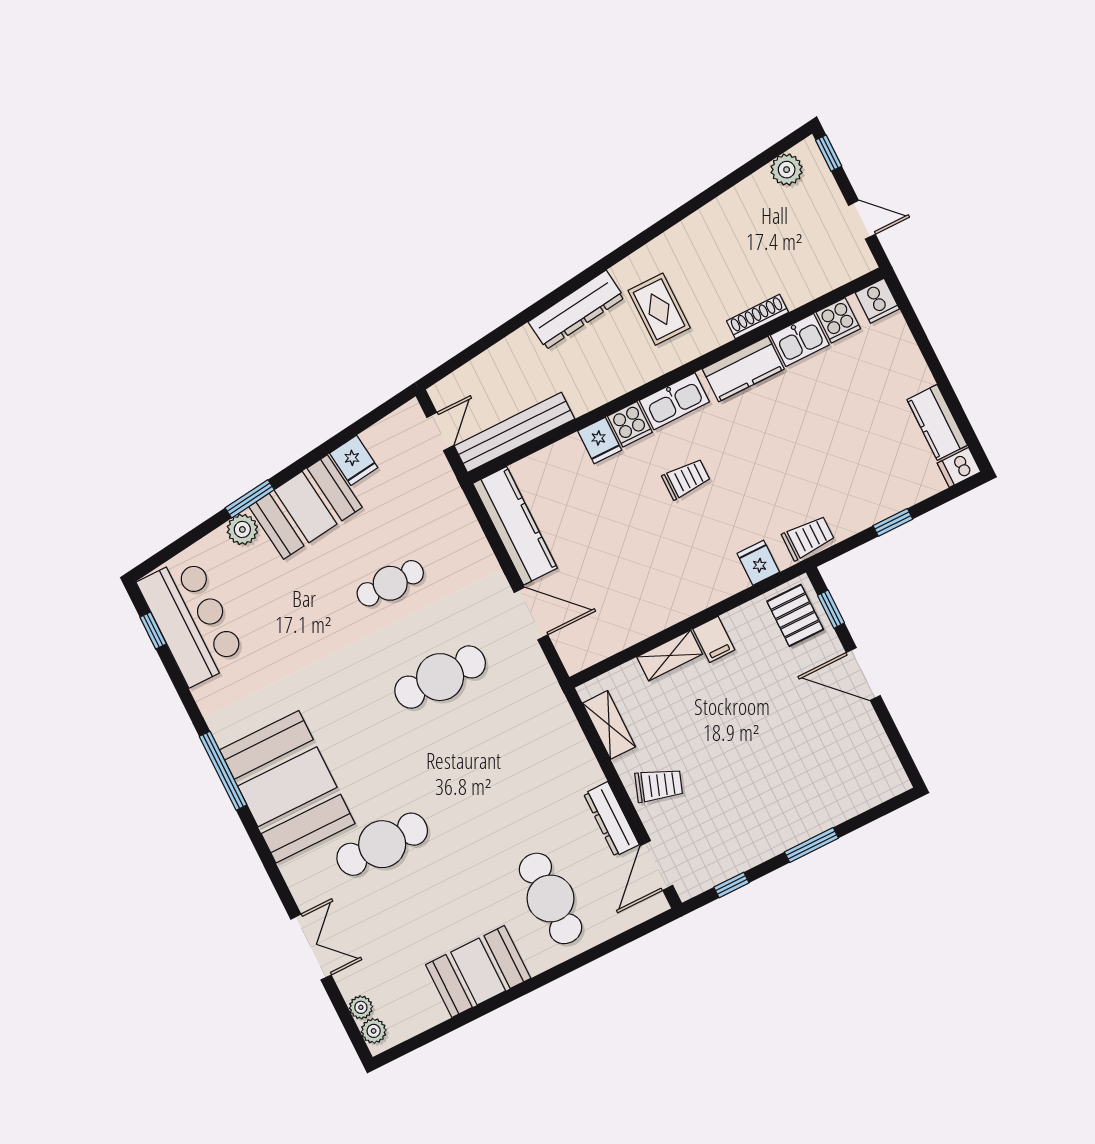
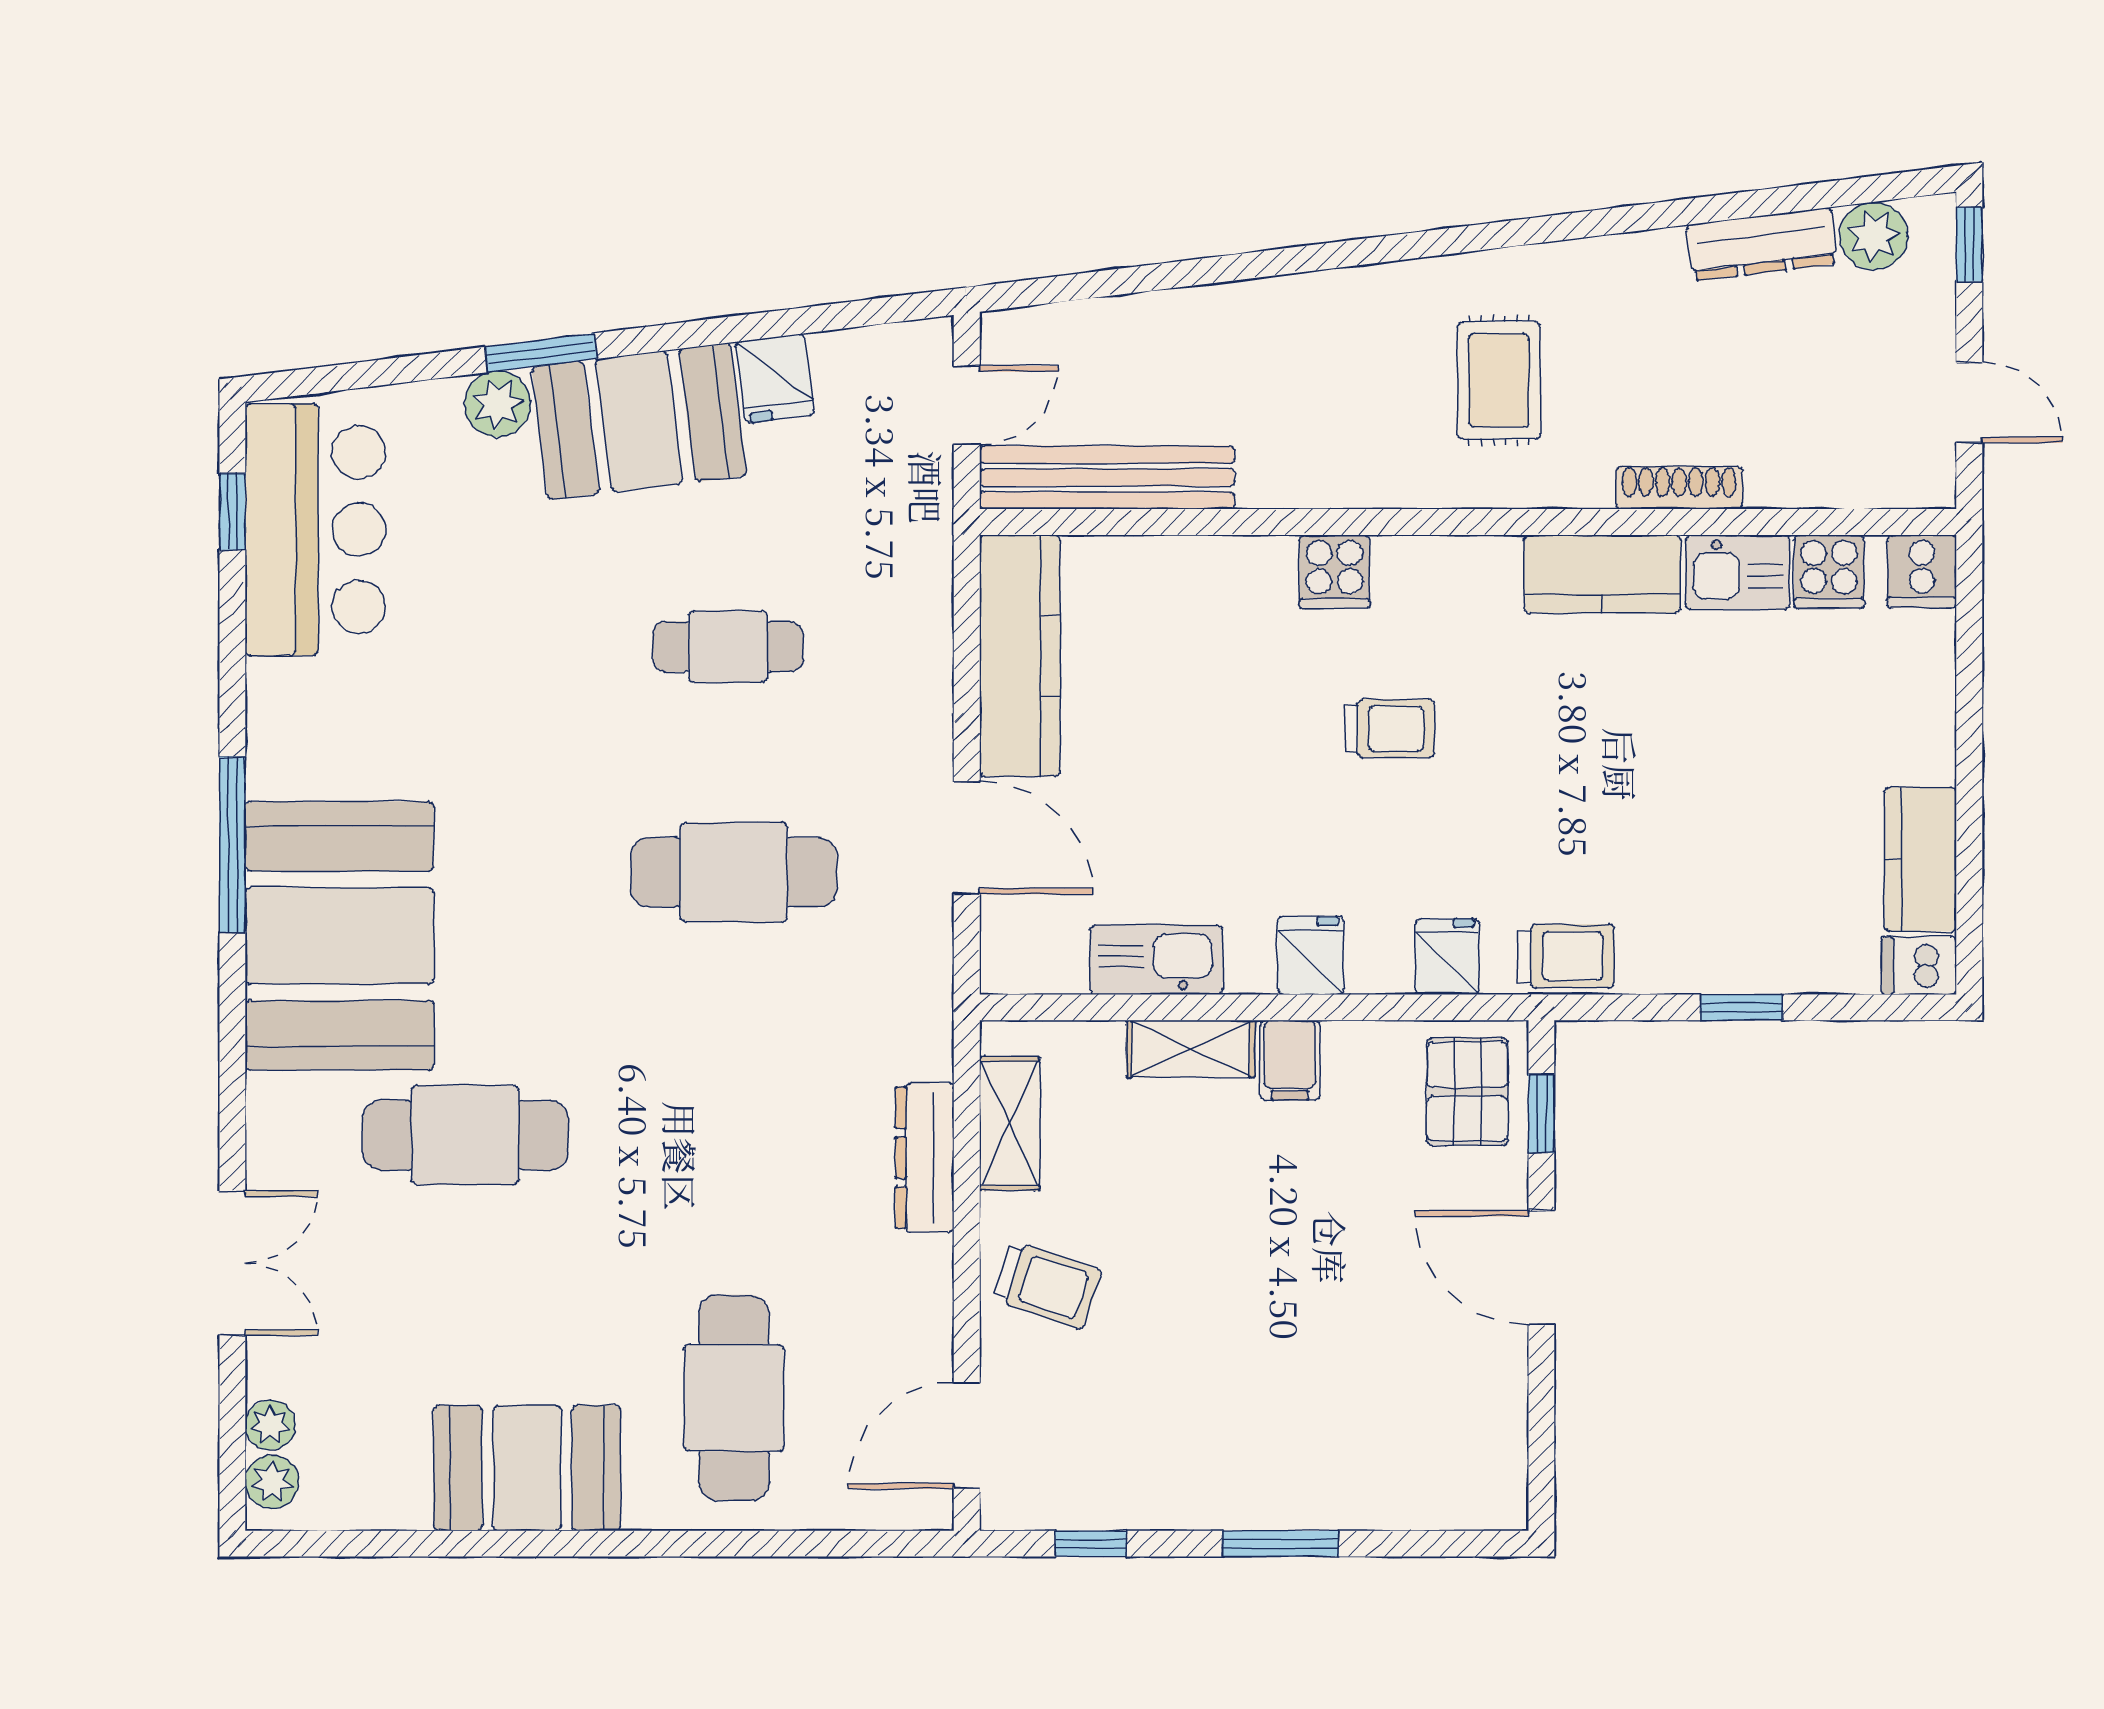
dresser: (576, 310) -> (1762, 244), moved, width x0.73, depth x0.80
kitchen sink: (674, 401) -> (1156, 960), moved, turned 180
fridge: (600, 441) -> (1311, 955), moved, turned 180
dresser: (611, 819) -> (925, 1158), moved

